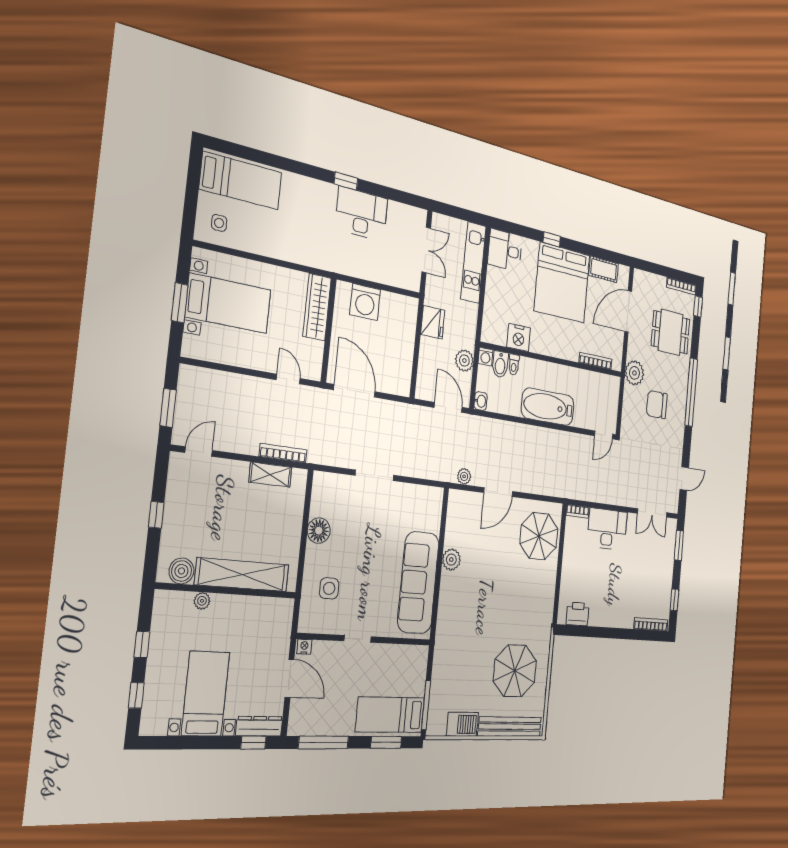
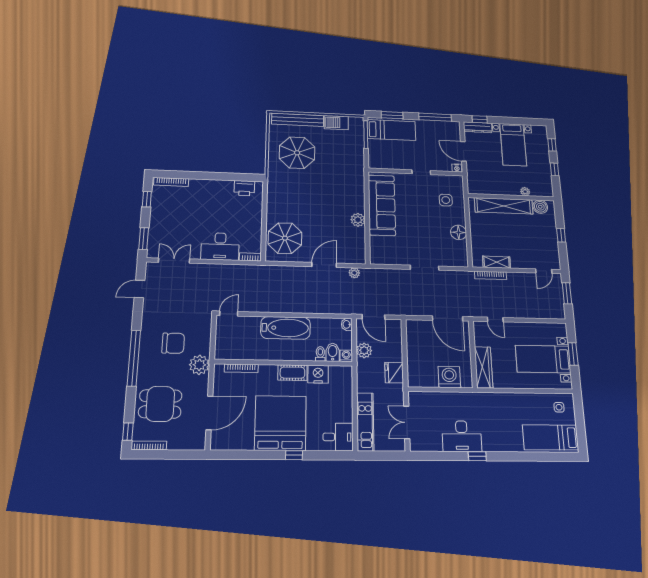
cot: (604, 269) -> (292, 373), moved

